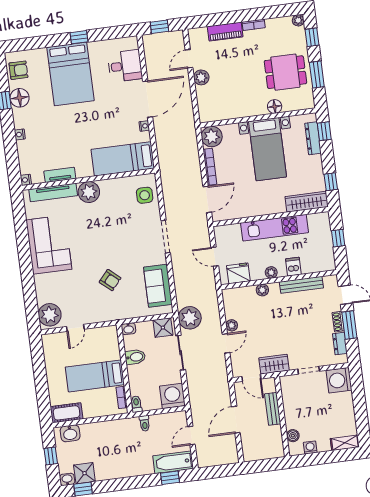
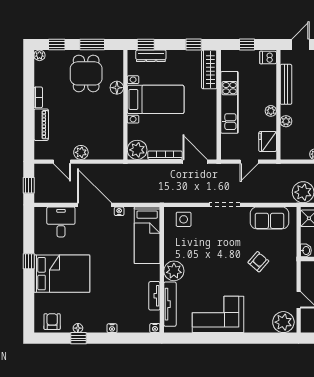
floor lamp: (20, 98) -> (78, 328), width x0.53, depth x0.53
dishwasher: (293, 267) -> (268, 57), moved

